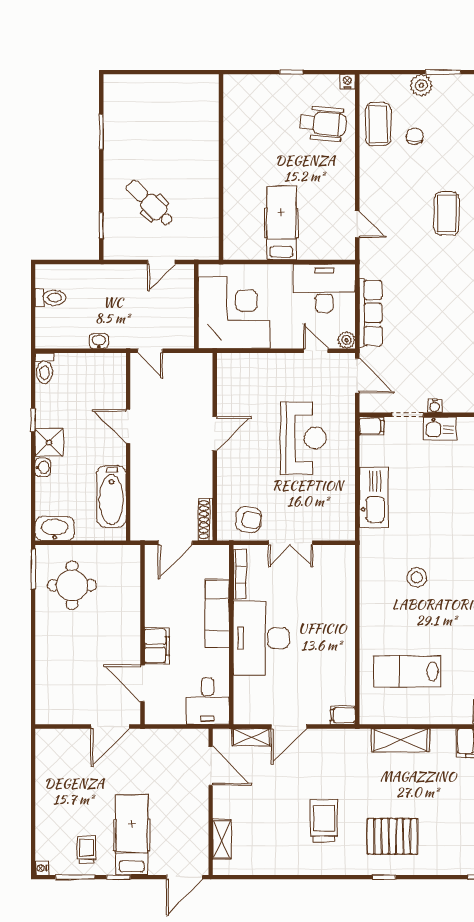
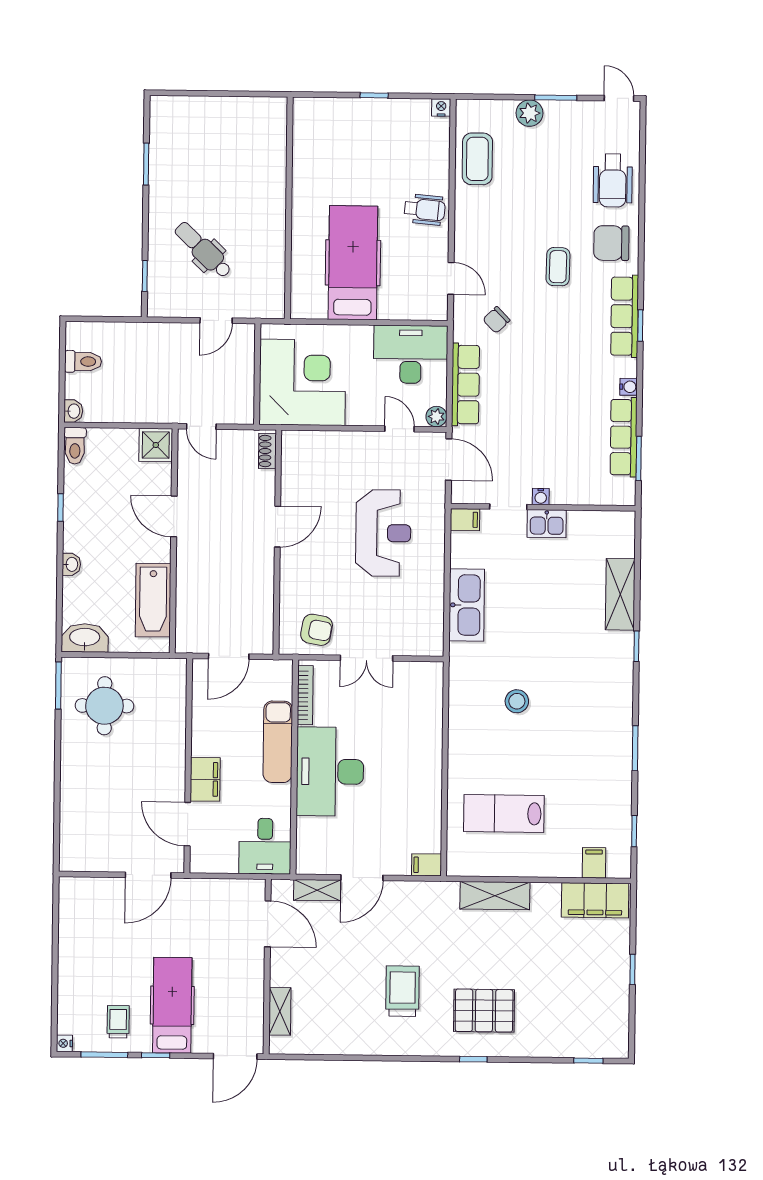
wheelchair: (323, 124) -> (425, 209), moved, width x0.73, depth x0.73
chair: (415, 136) -> (496, 320), moved, turned -134
coffee table: (447, 213) -> (558, 267), width x0.73, depth x0.77
hospital bed: (281, 223) -> (353, 263), width x1.37, depth x1.29
washbasin: (99, 341) -> (73, 411), moved, turned 90
shower: (49, 443) -> (156, 445), moved
shoe rack: (206, 519) -> (267, 451), moved, width x0.70

